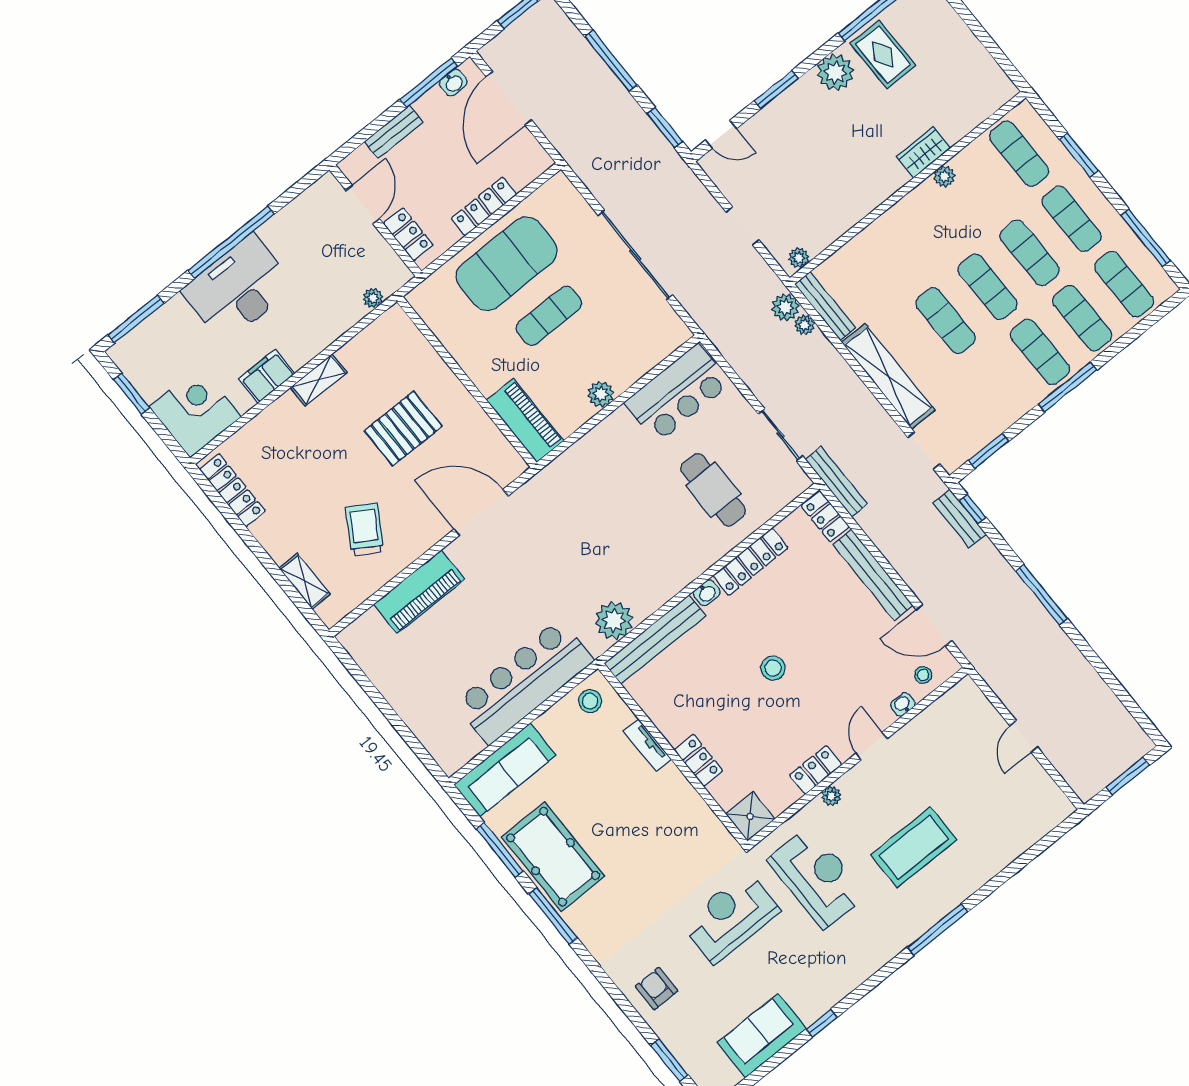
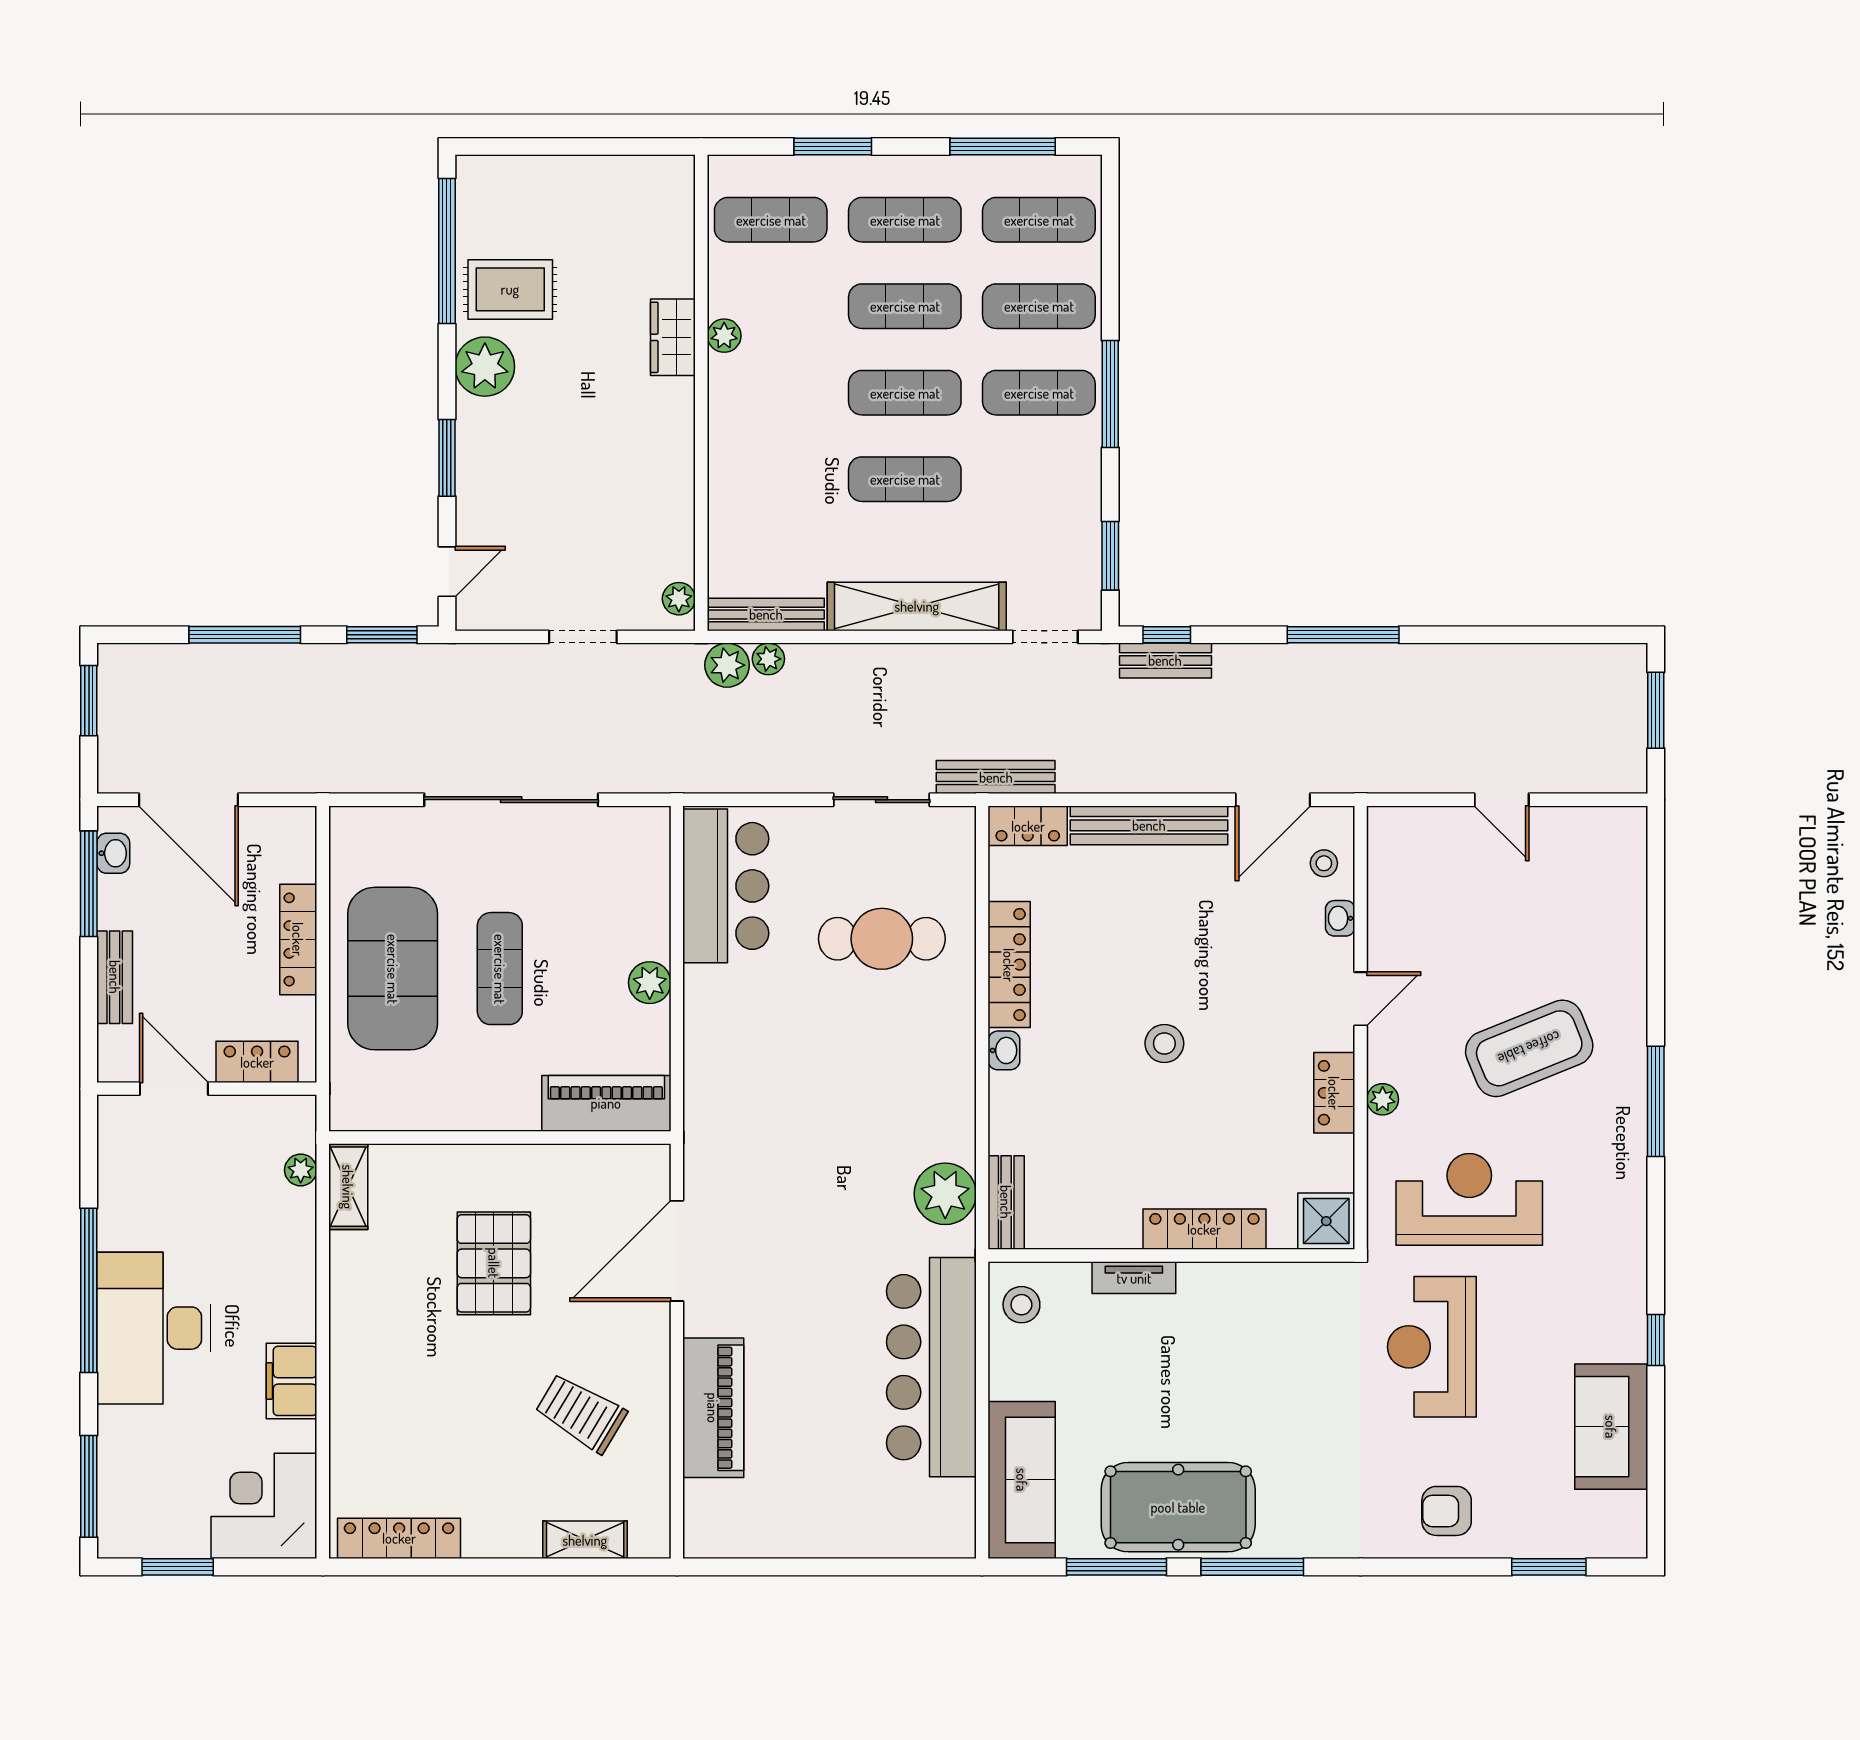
shelving: (318, 380) -> (348, 1187), moved
bench: (655, 640) -> (1006, 1202), width x0.54, depth x0.82
door: (872, 746) -> (1361, 999), swing flipped
locker: (698, 760) -> (1204, 1229), width x1.53
coffee table: (914, 847) -> (1529, 1048), turned 68

